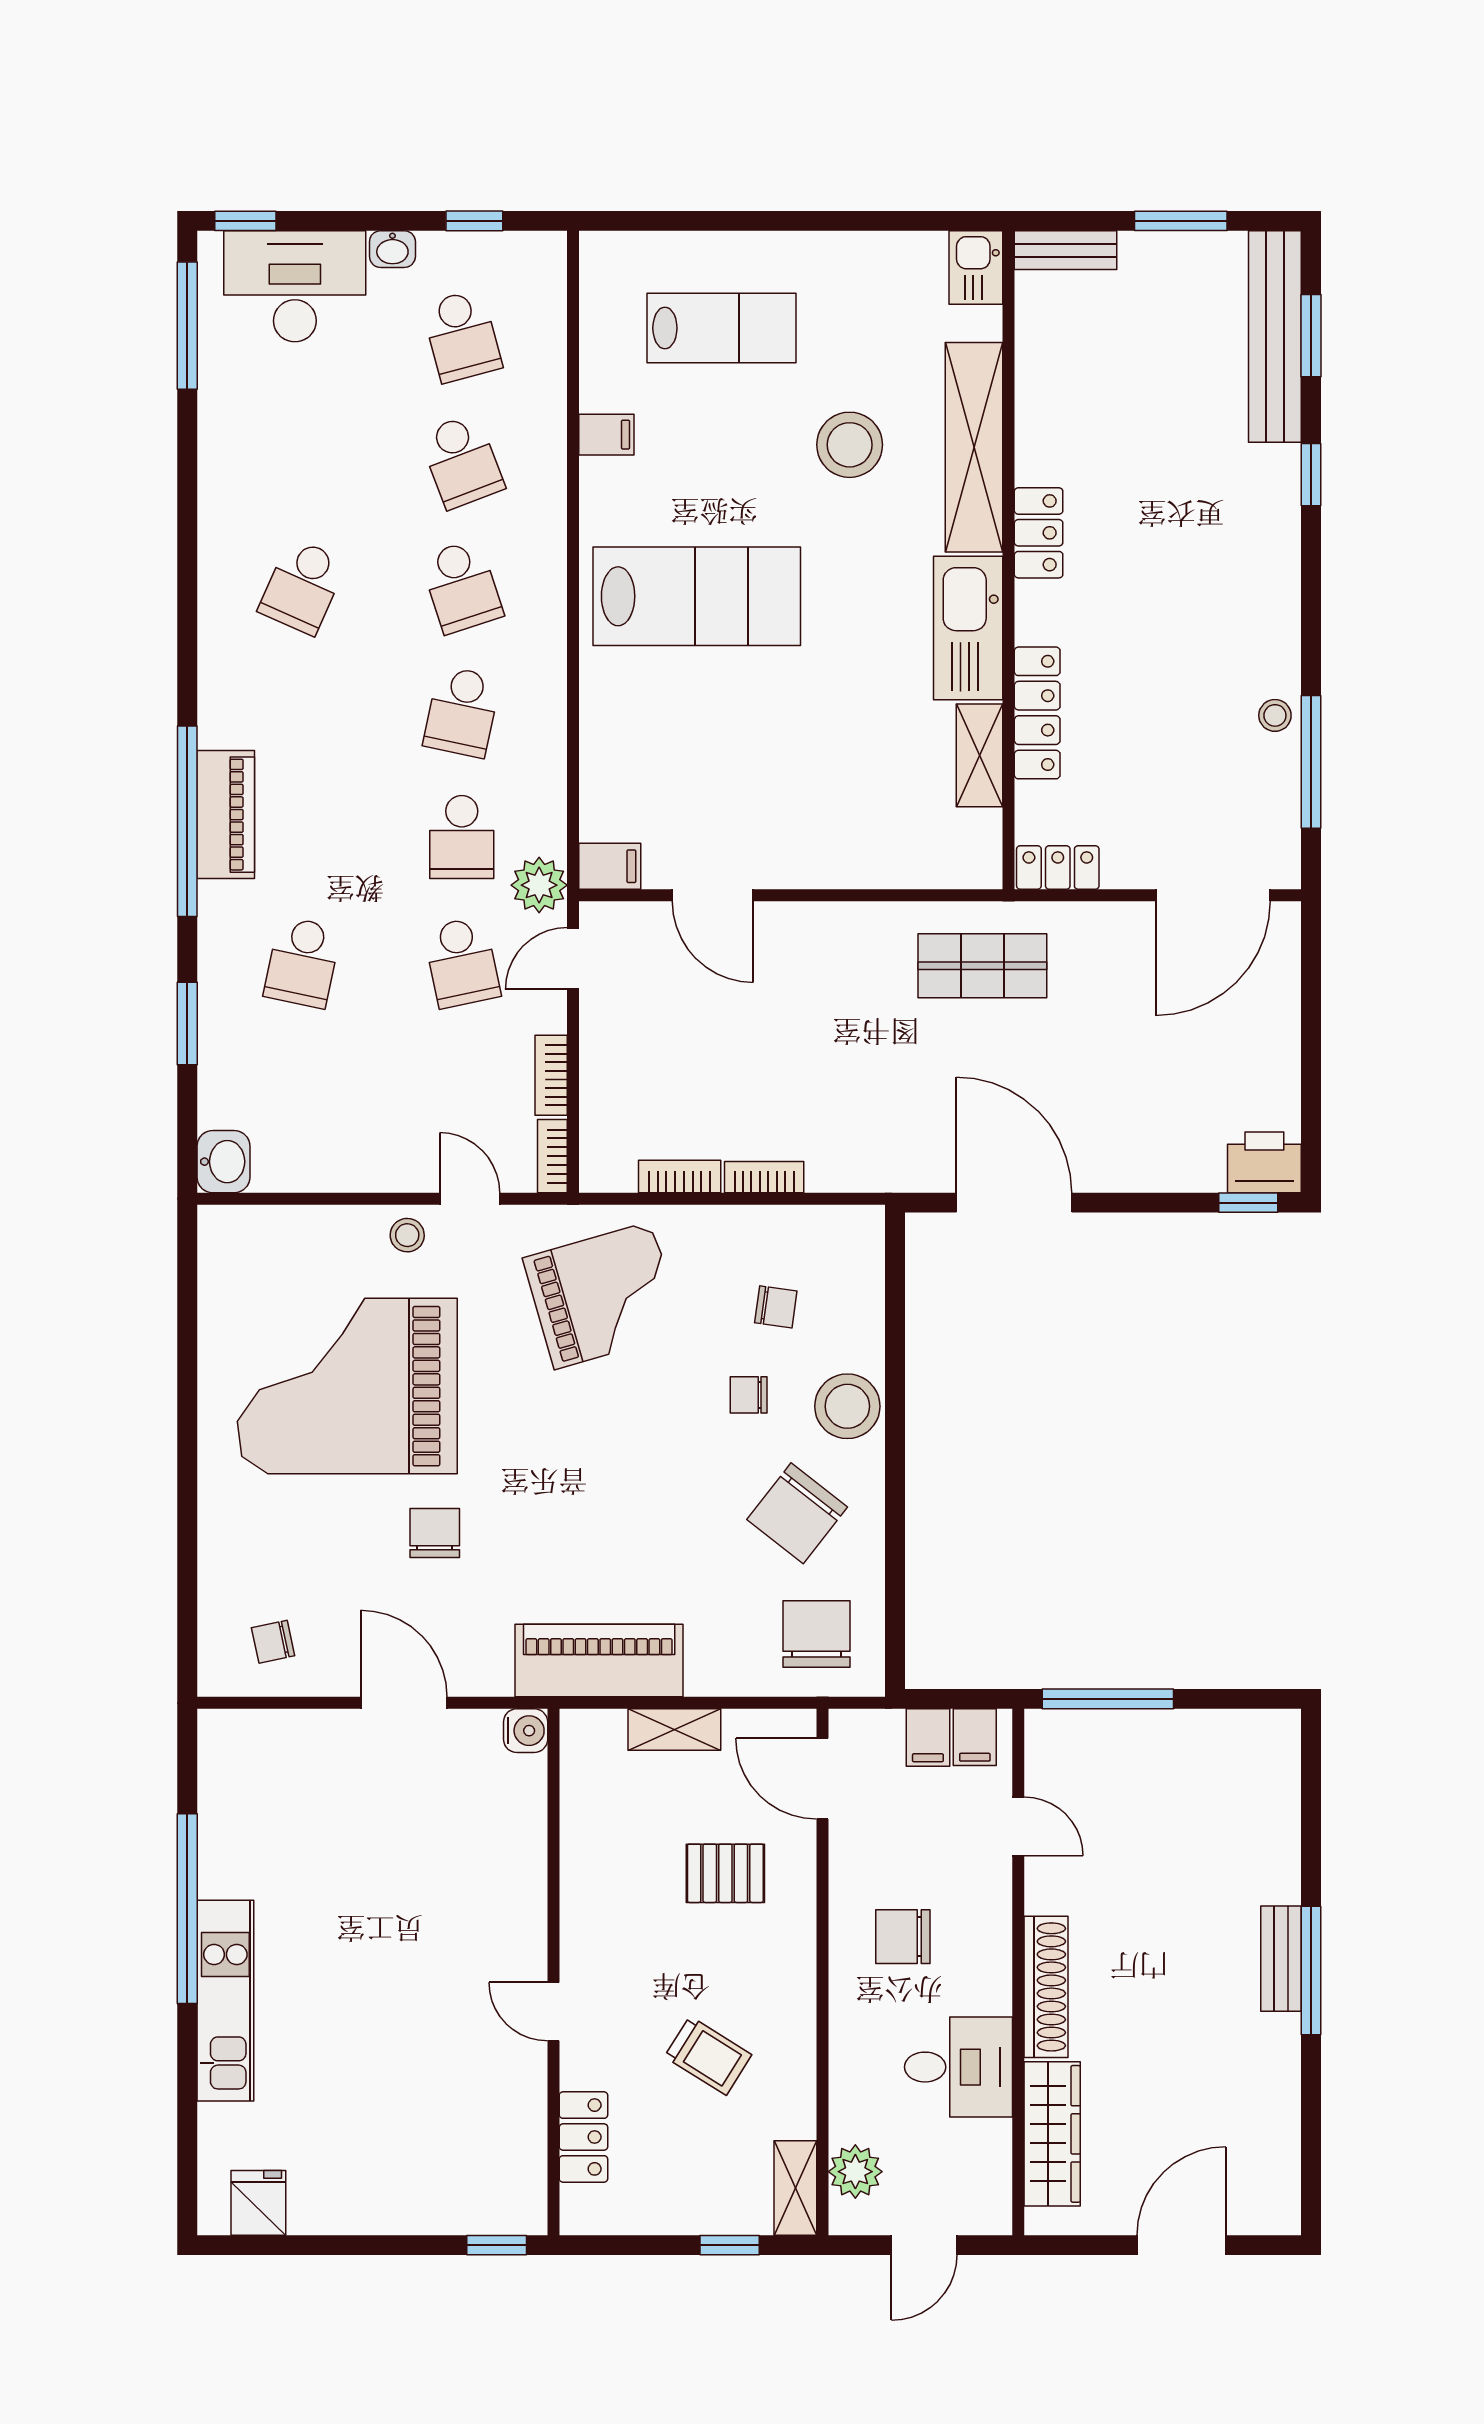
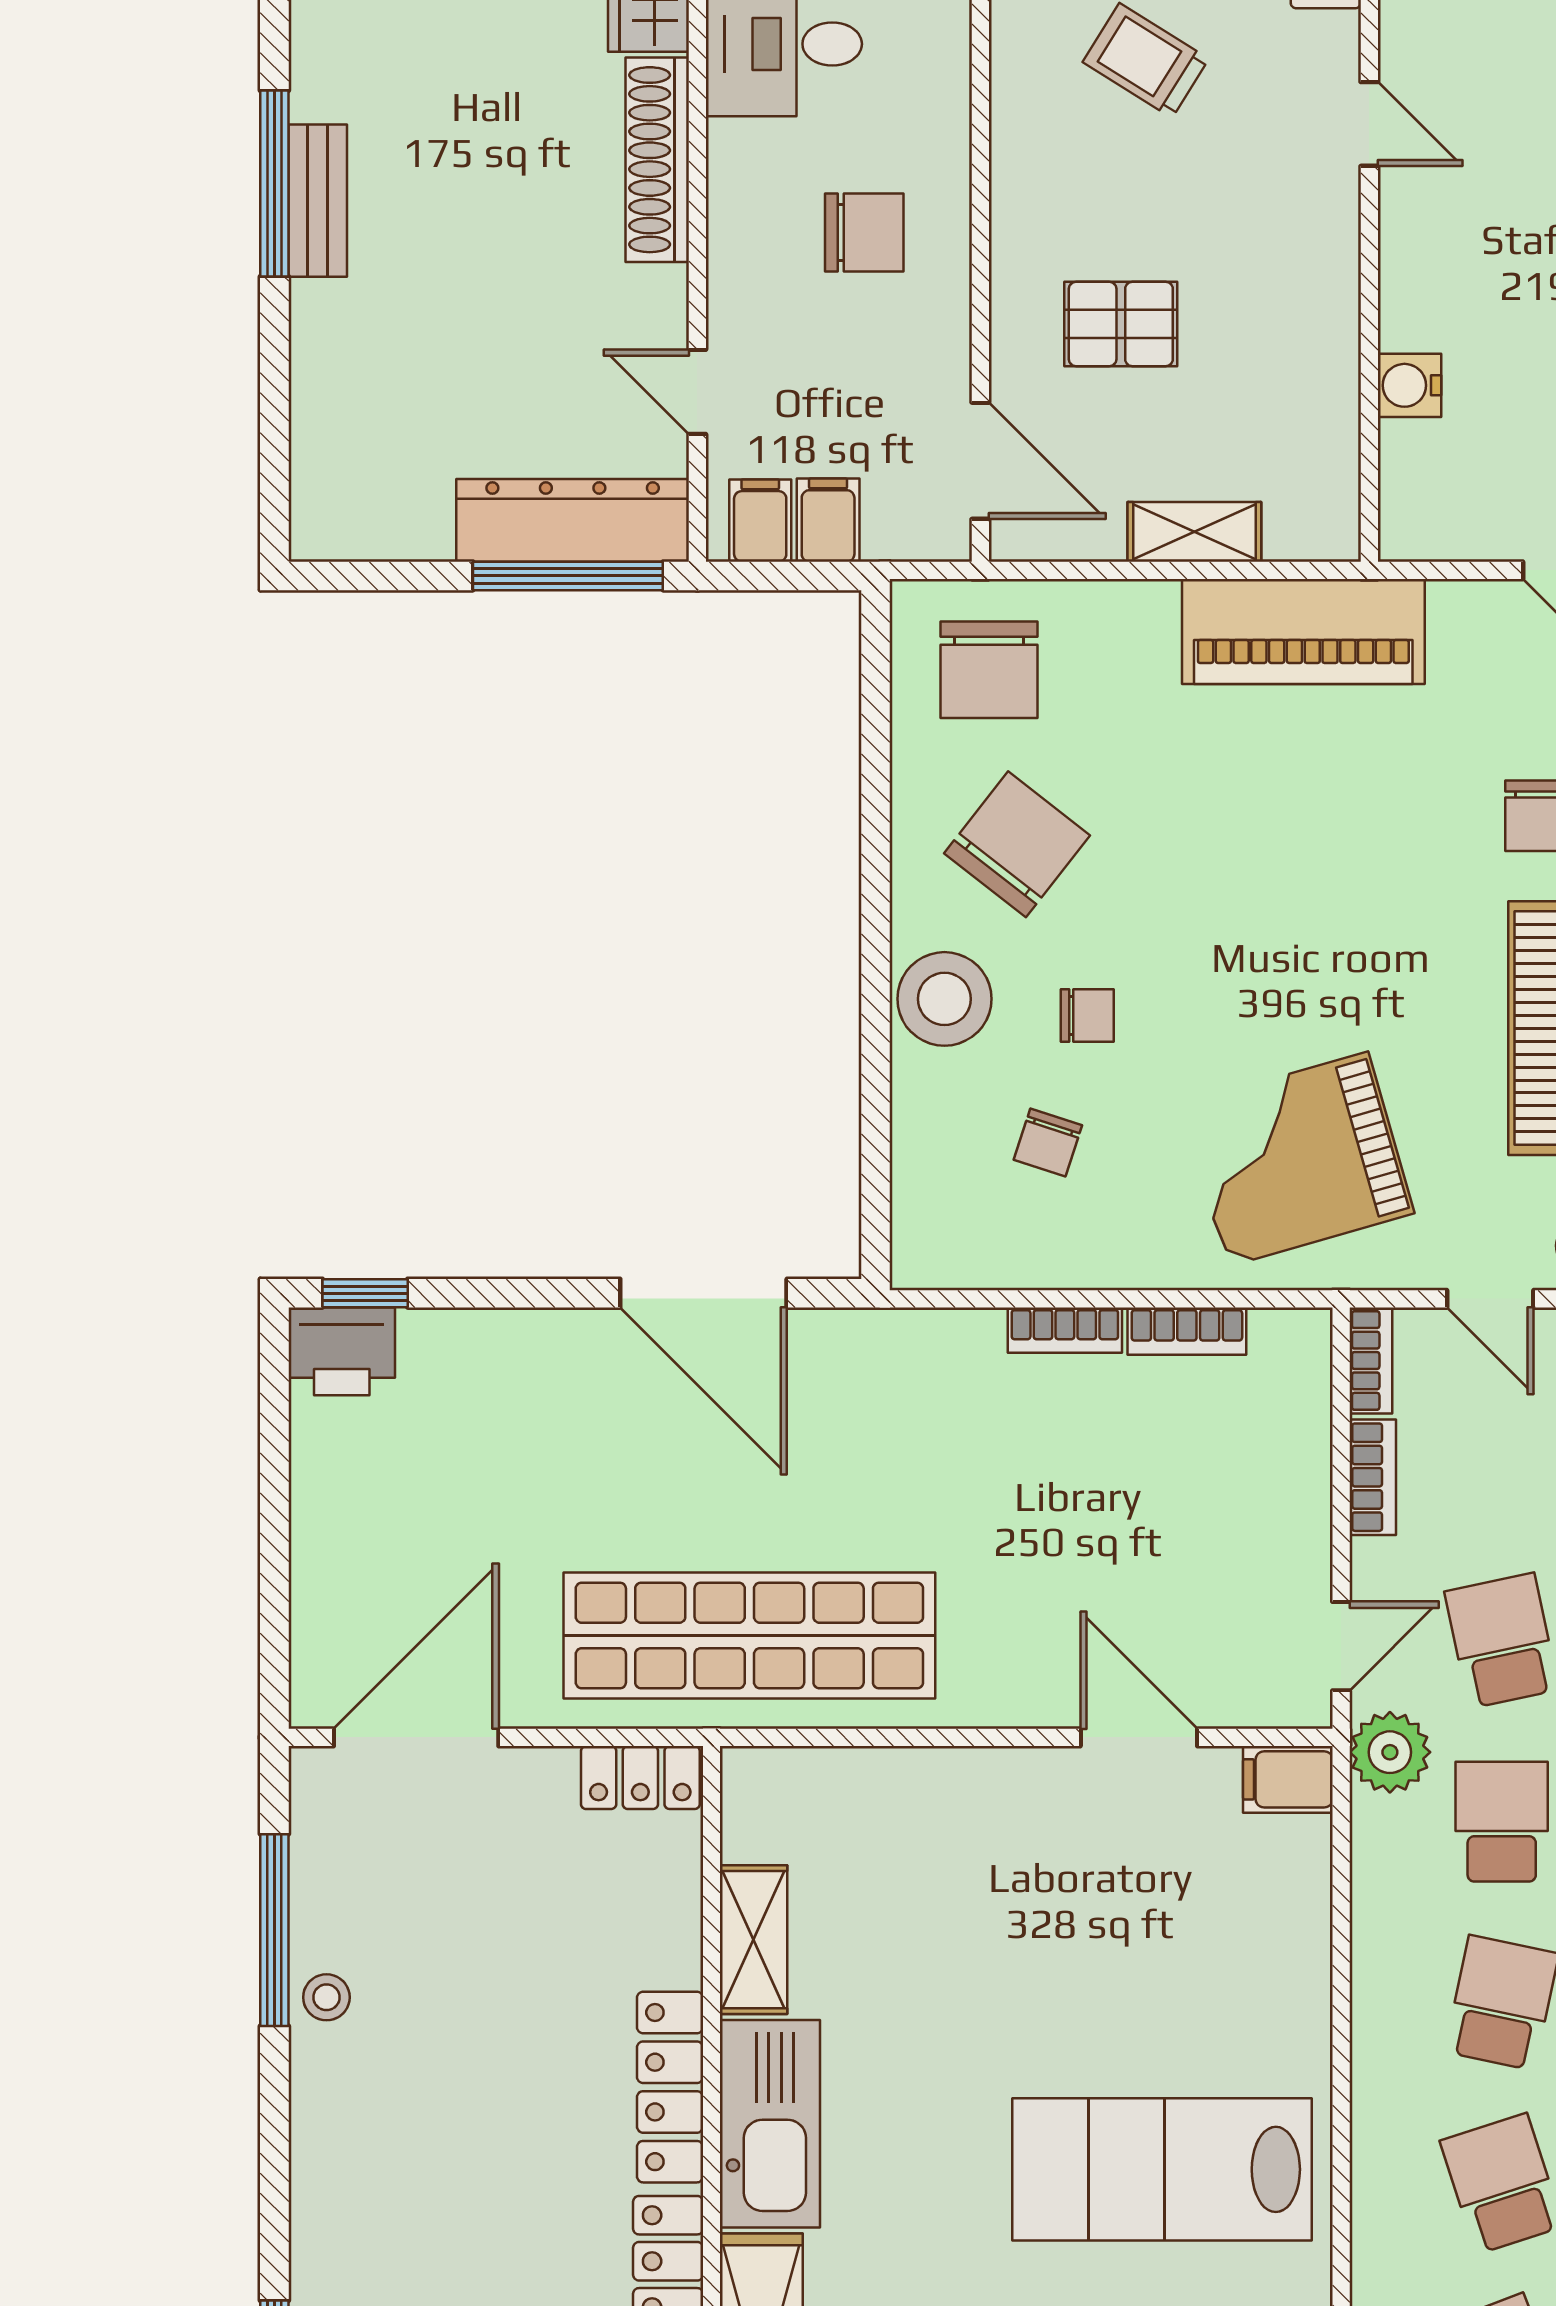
locker: (1037, 713) -> (670, 2087), moved
shop shelf: (982, 966) -> (749, 1635), width x2.00, depth x1.36
chair: (776, 1307) -> (1048, 1143), turned -80
water cooler: (526, 1731) -> (1410, 385), moved
dresser: (1105, 1737) -> (573, 520), added

